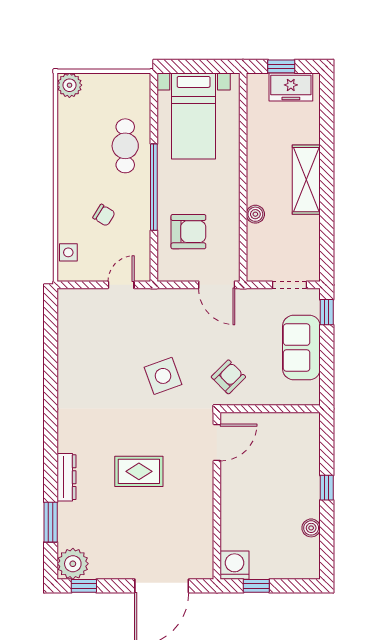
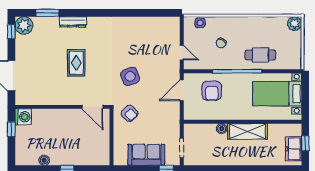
shelving: (306, 180) -> (247, 131), moved
door: (217, 285) -> (182, 90), moved

